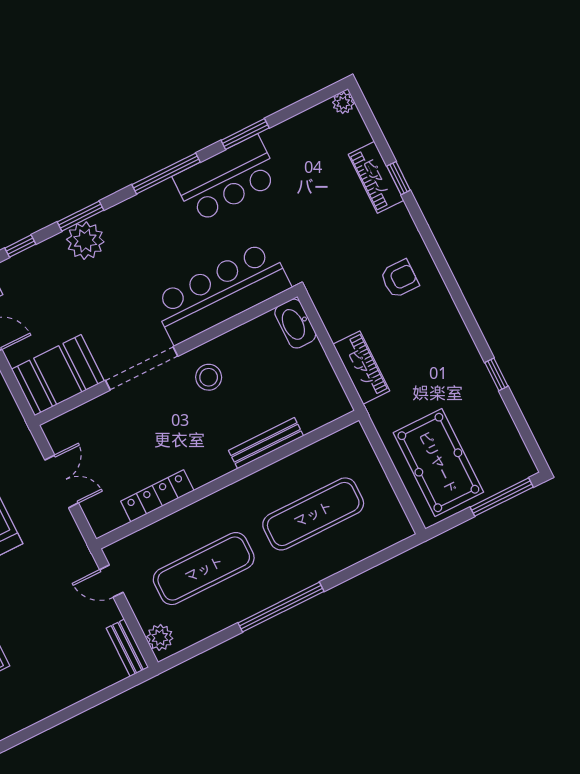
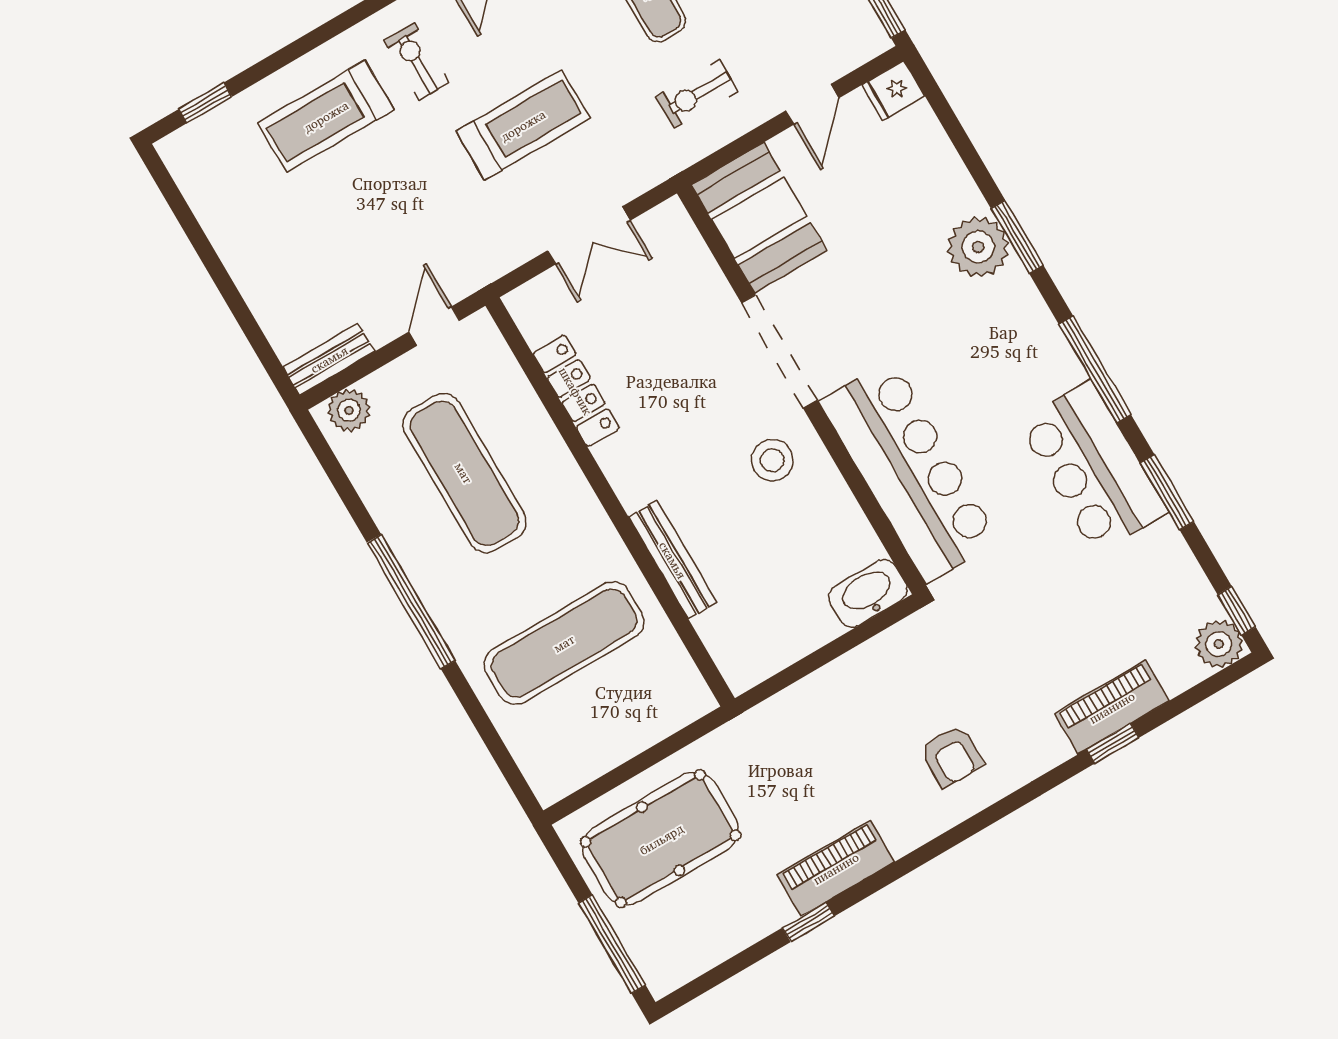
plant: (343, 103) -> (1219, 644), width x1.38, depth x1.38
window: (20, 246) -> (1237, 611), moved
piano: (361, 368) -> (836, 868), moved, turned 180
exercise mat: (313, 514) -> (564, 643), turned 90

